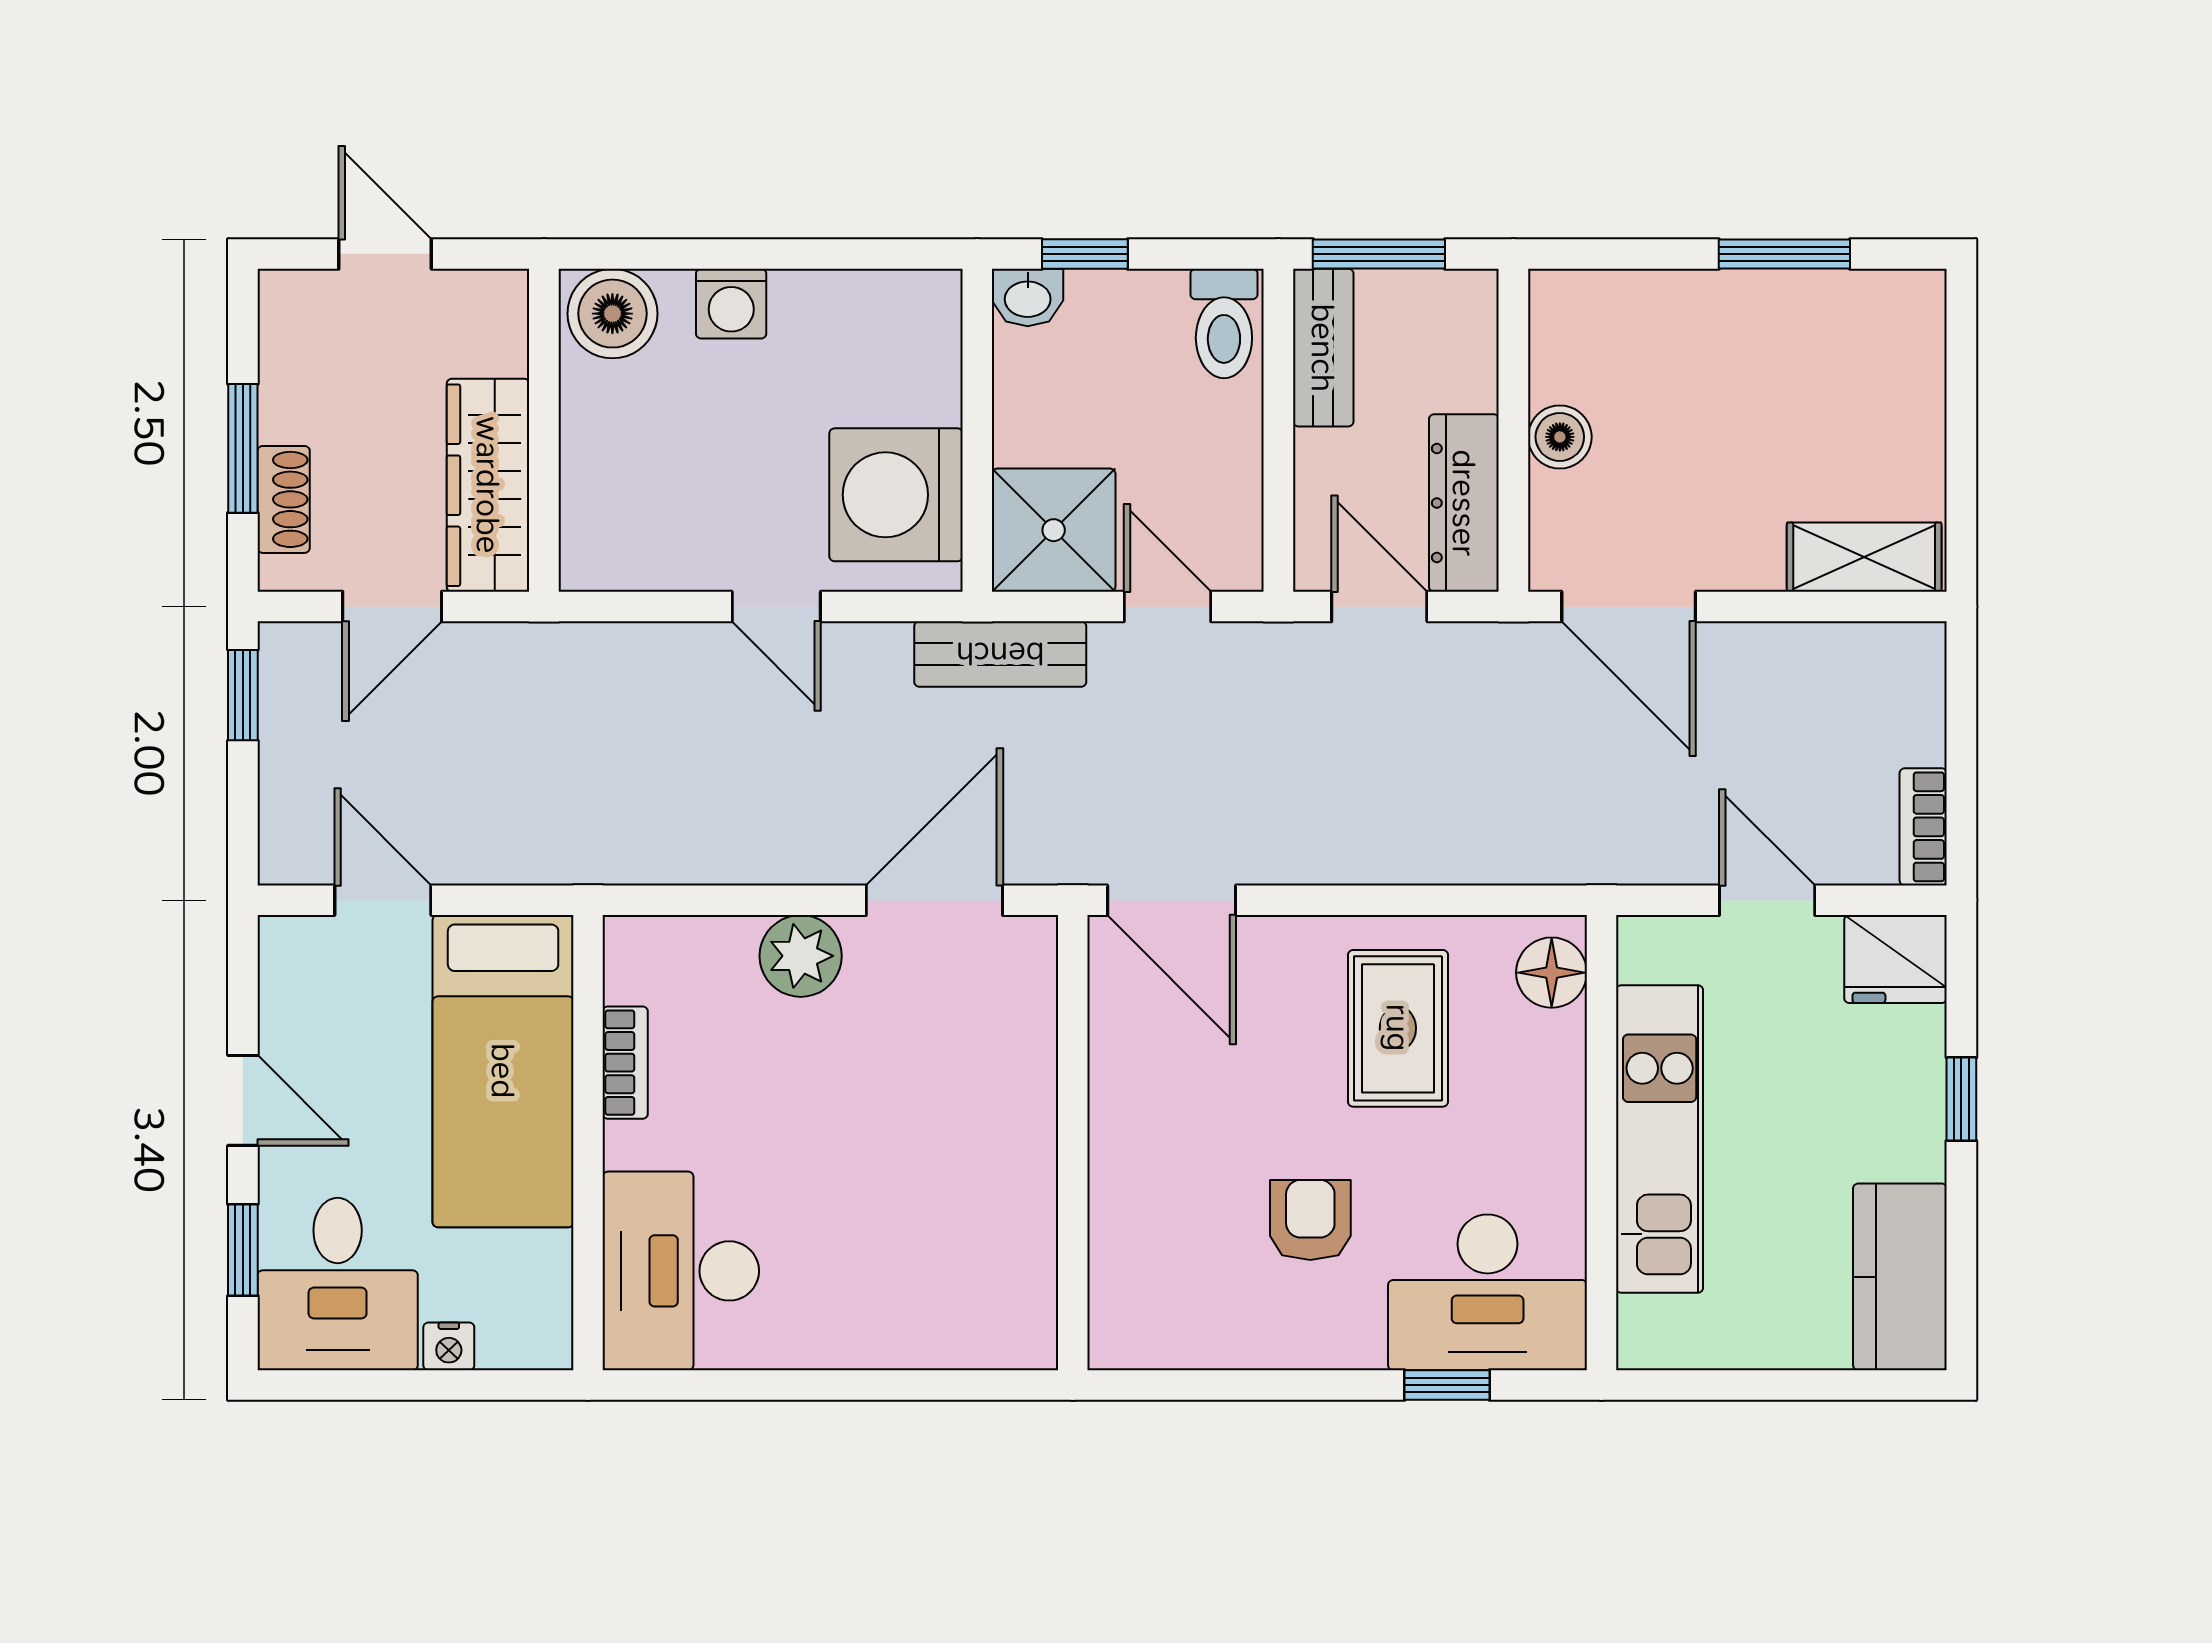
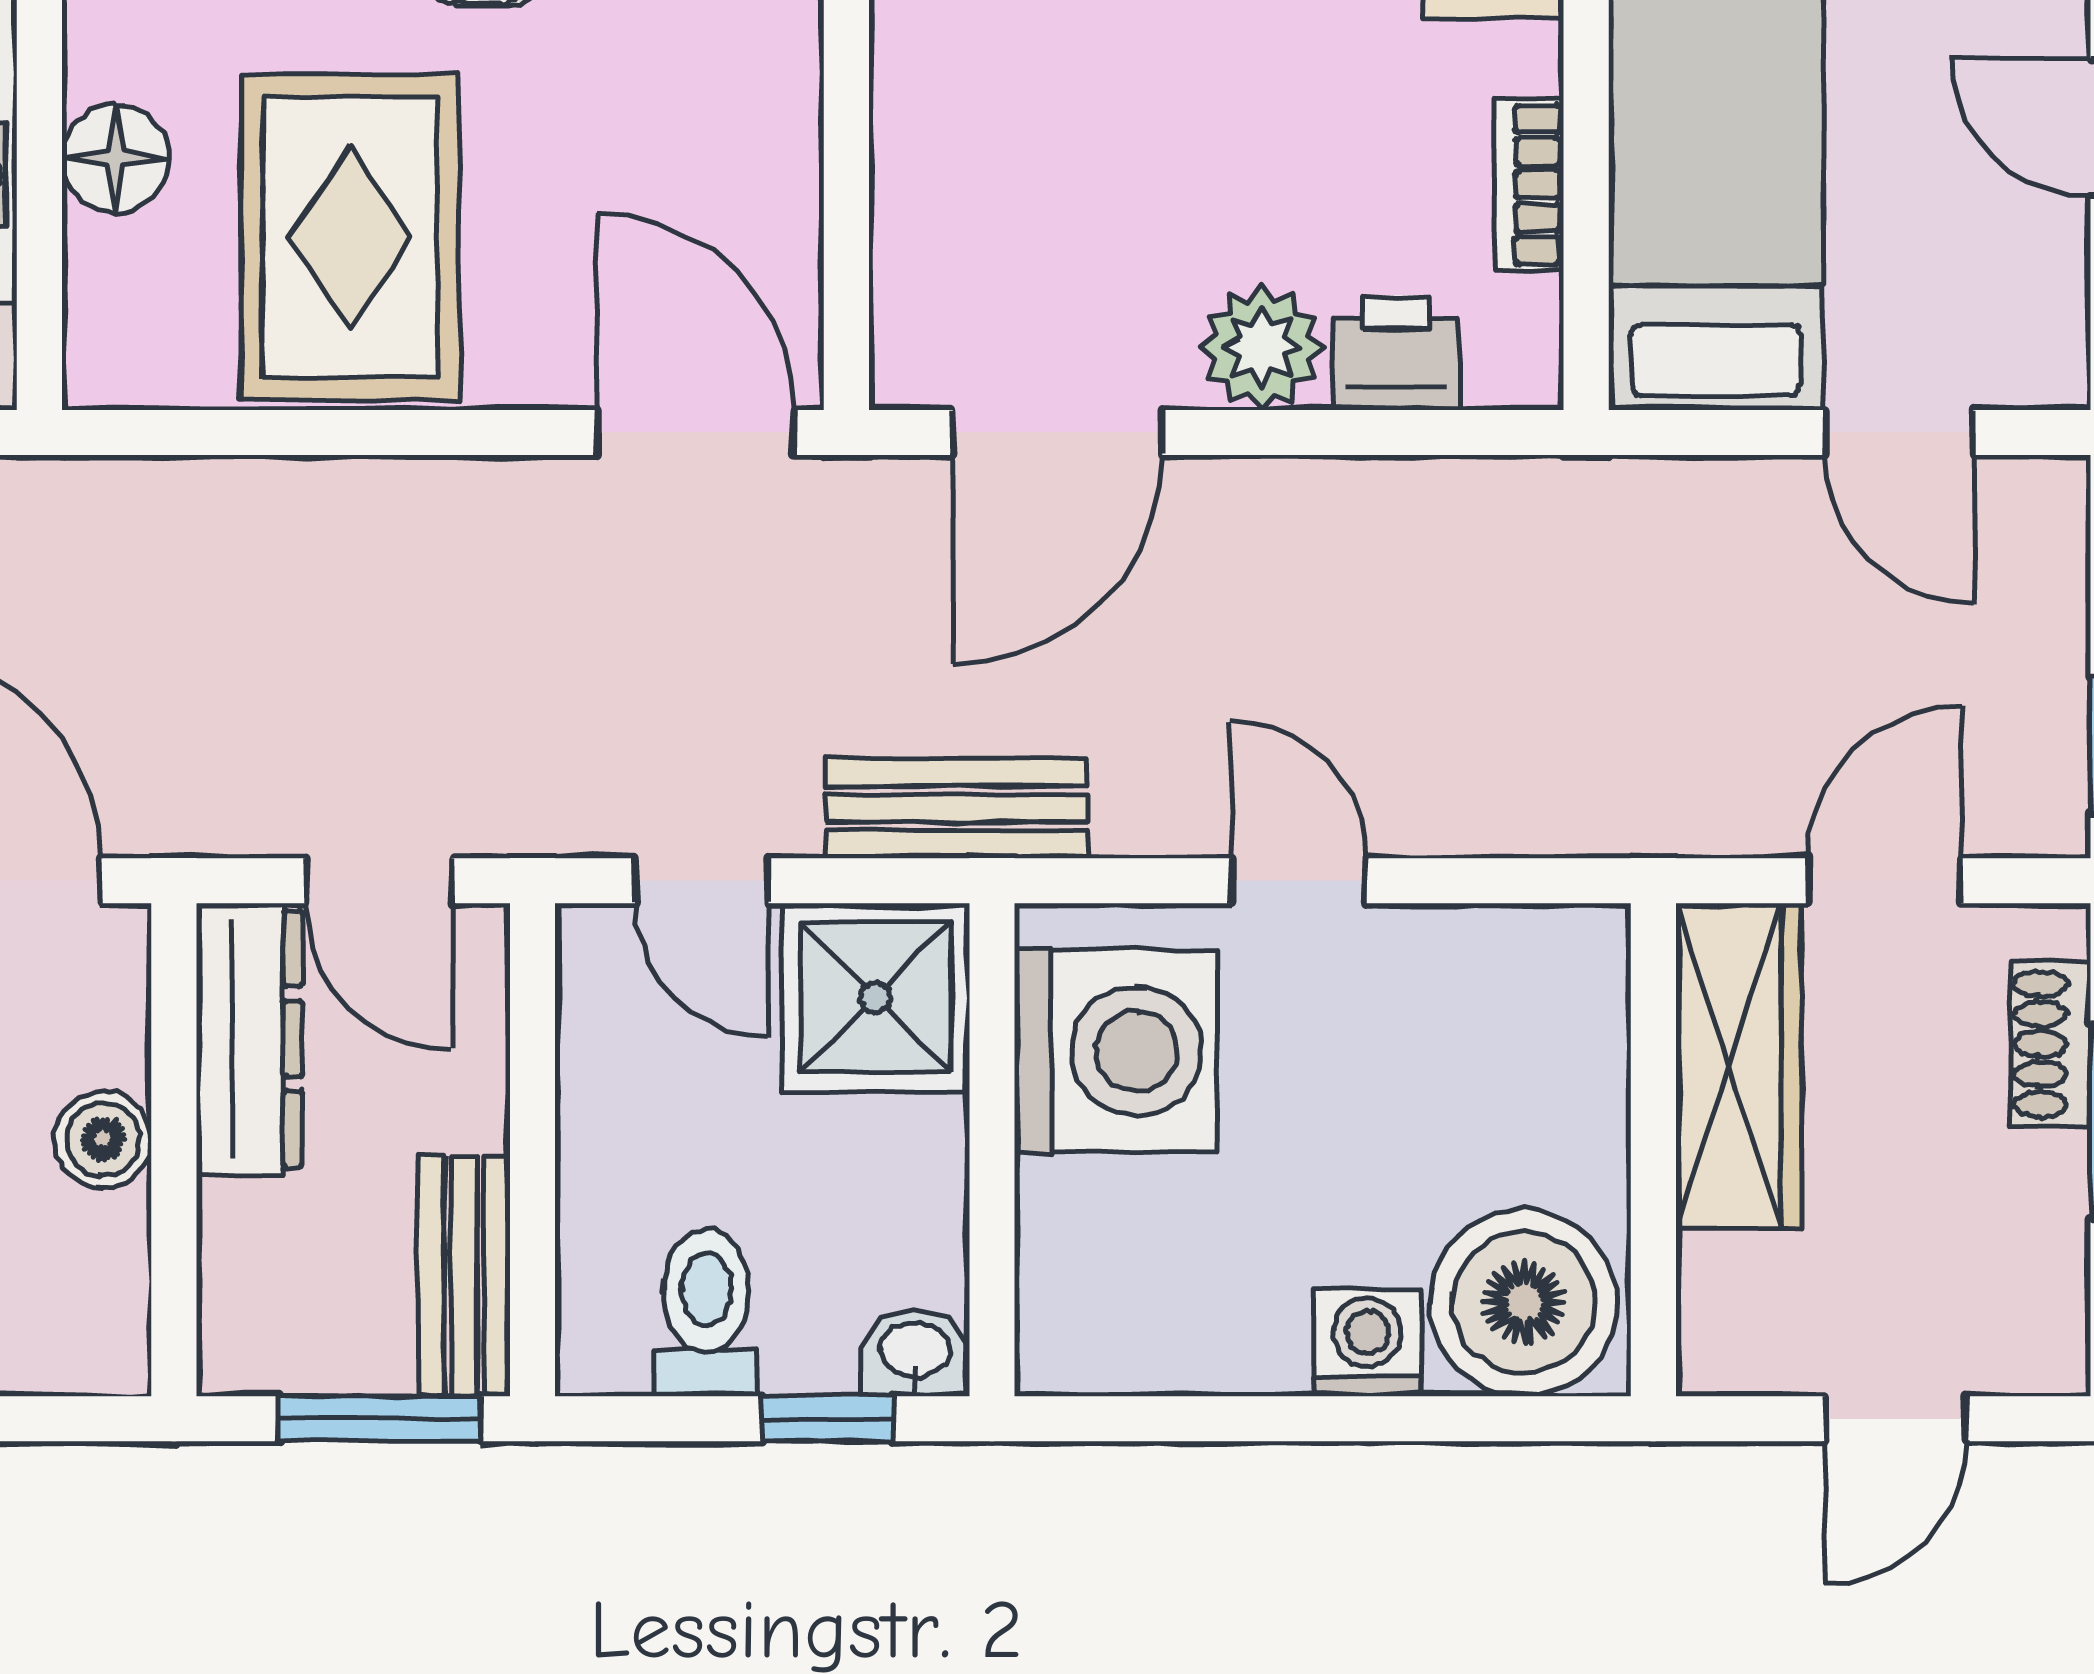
door: (385, 254) -> (1896, 1419), hinge flipped
boiler: (612, 314) -> (1524, 1303), width x1.37, depth x1.37
toilet: (1224, 324) -> (706, 1313), moved
printer: (712, 953) -> (1396, 353), added
floor lamp: (1552, 973) -> (116, 158), moved
rug: (1398, 1028) -> (350, 237), width x1.36, depth x1.43

